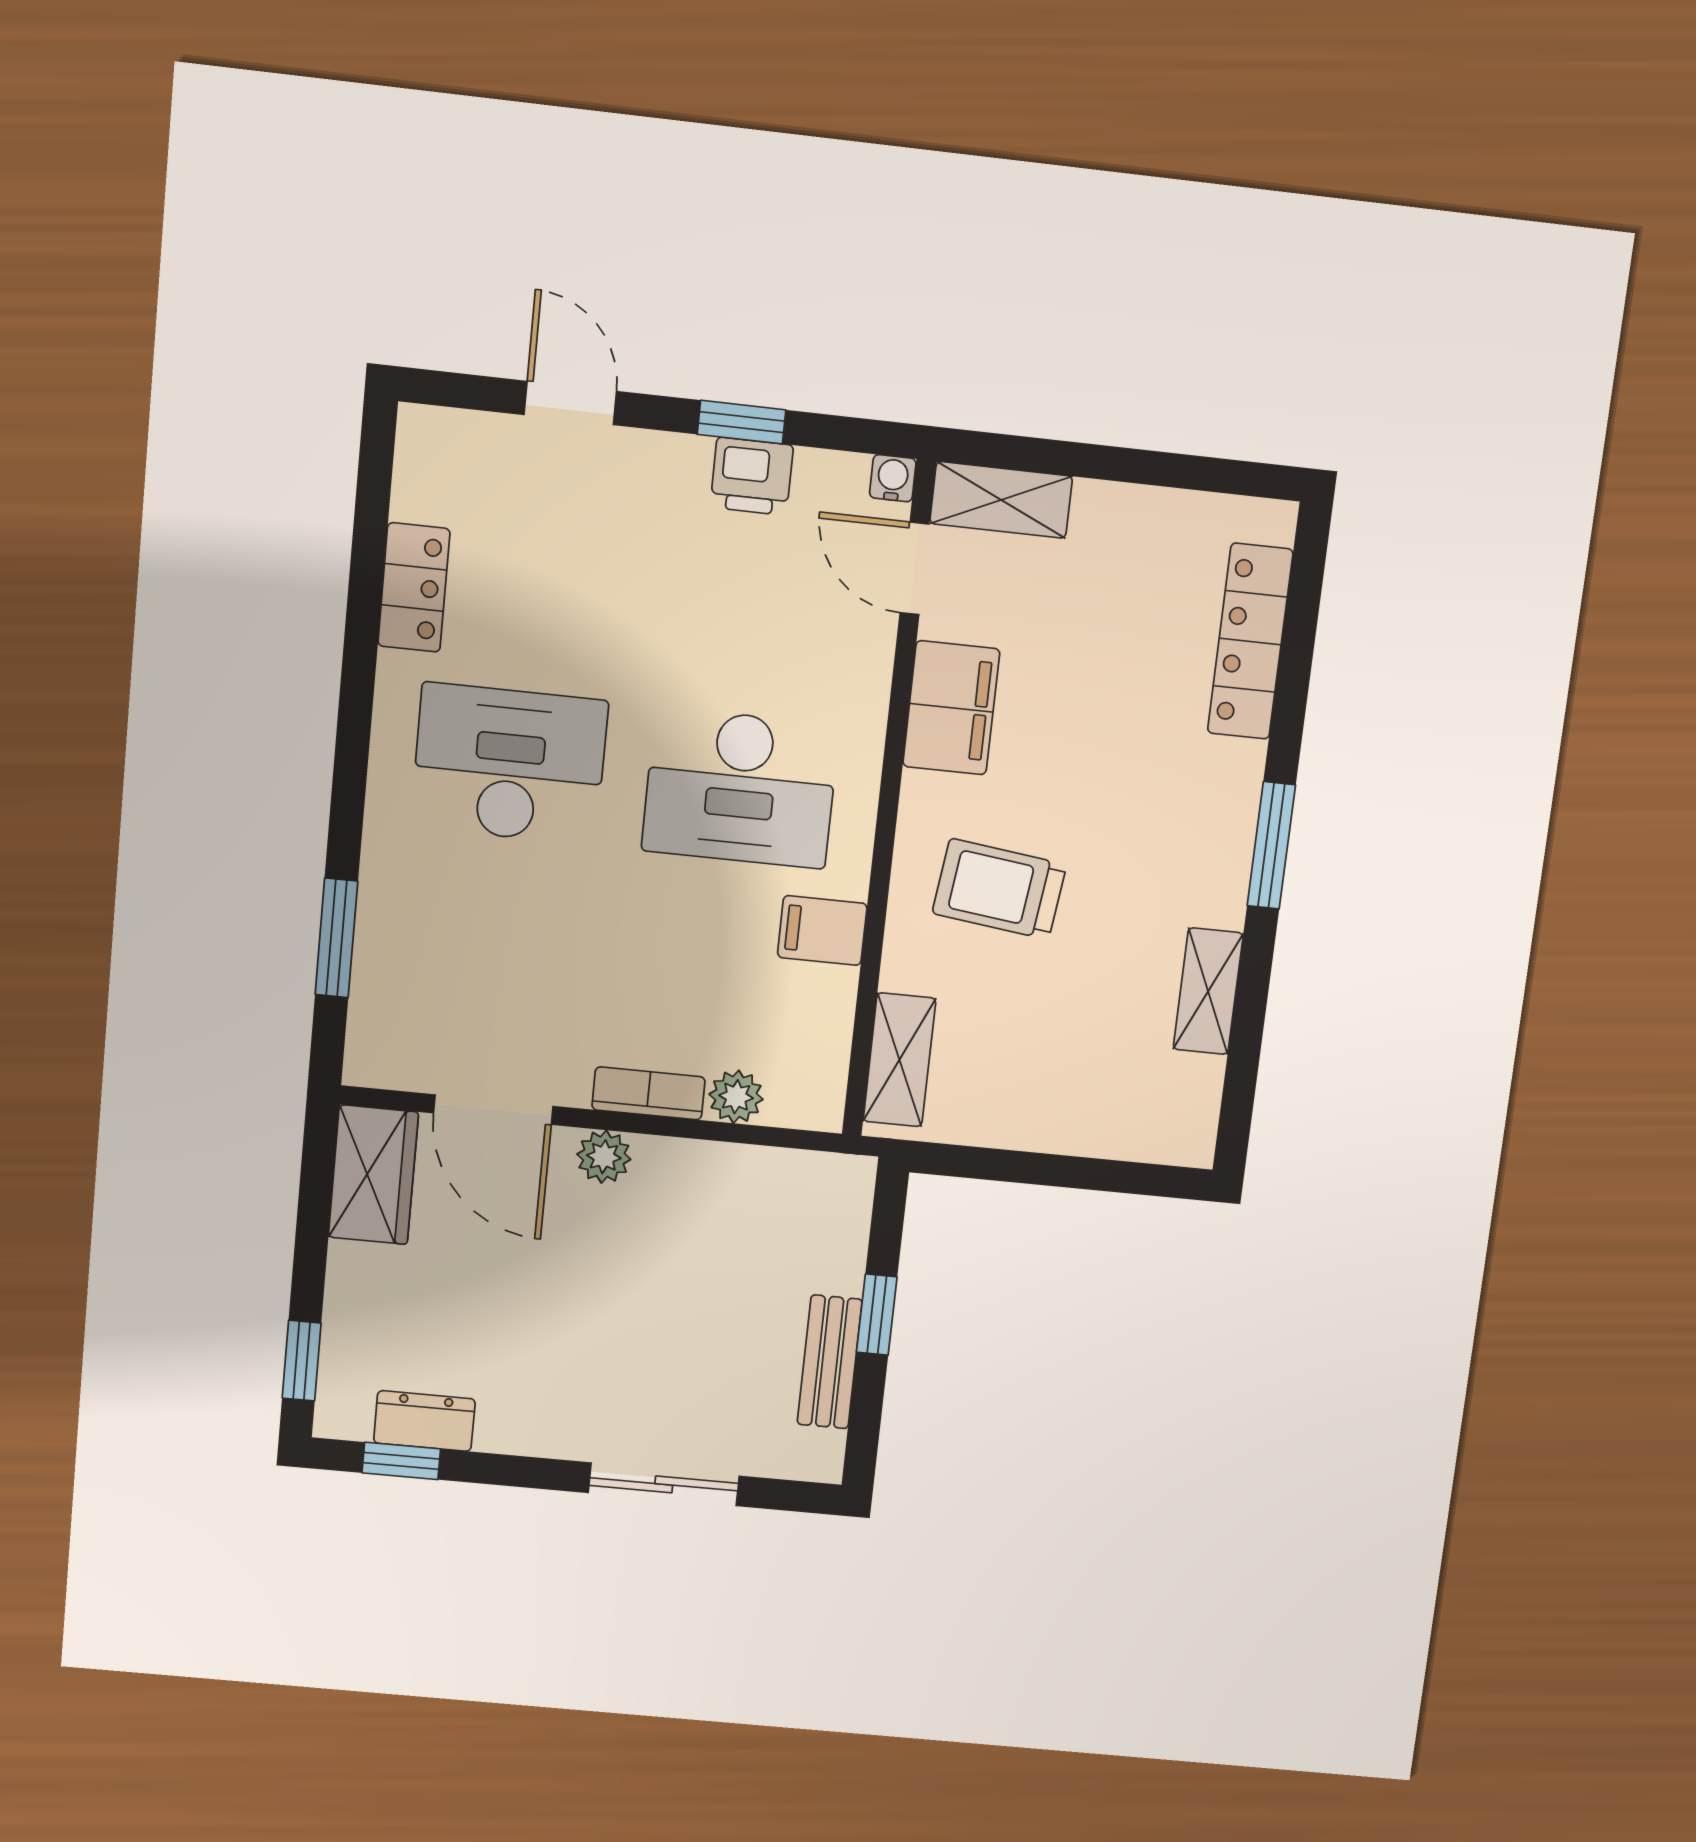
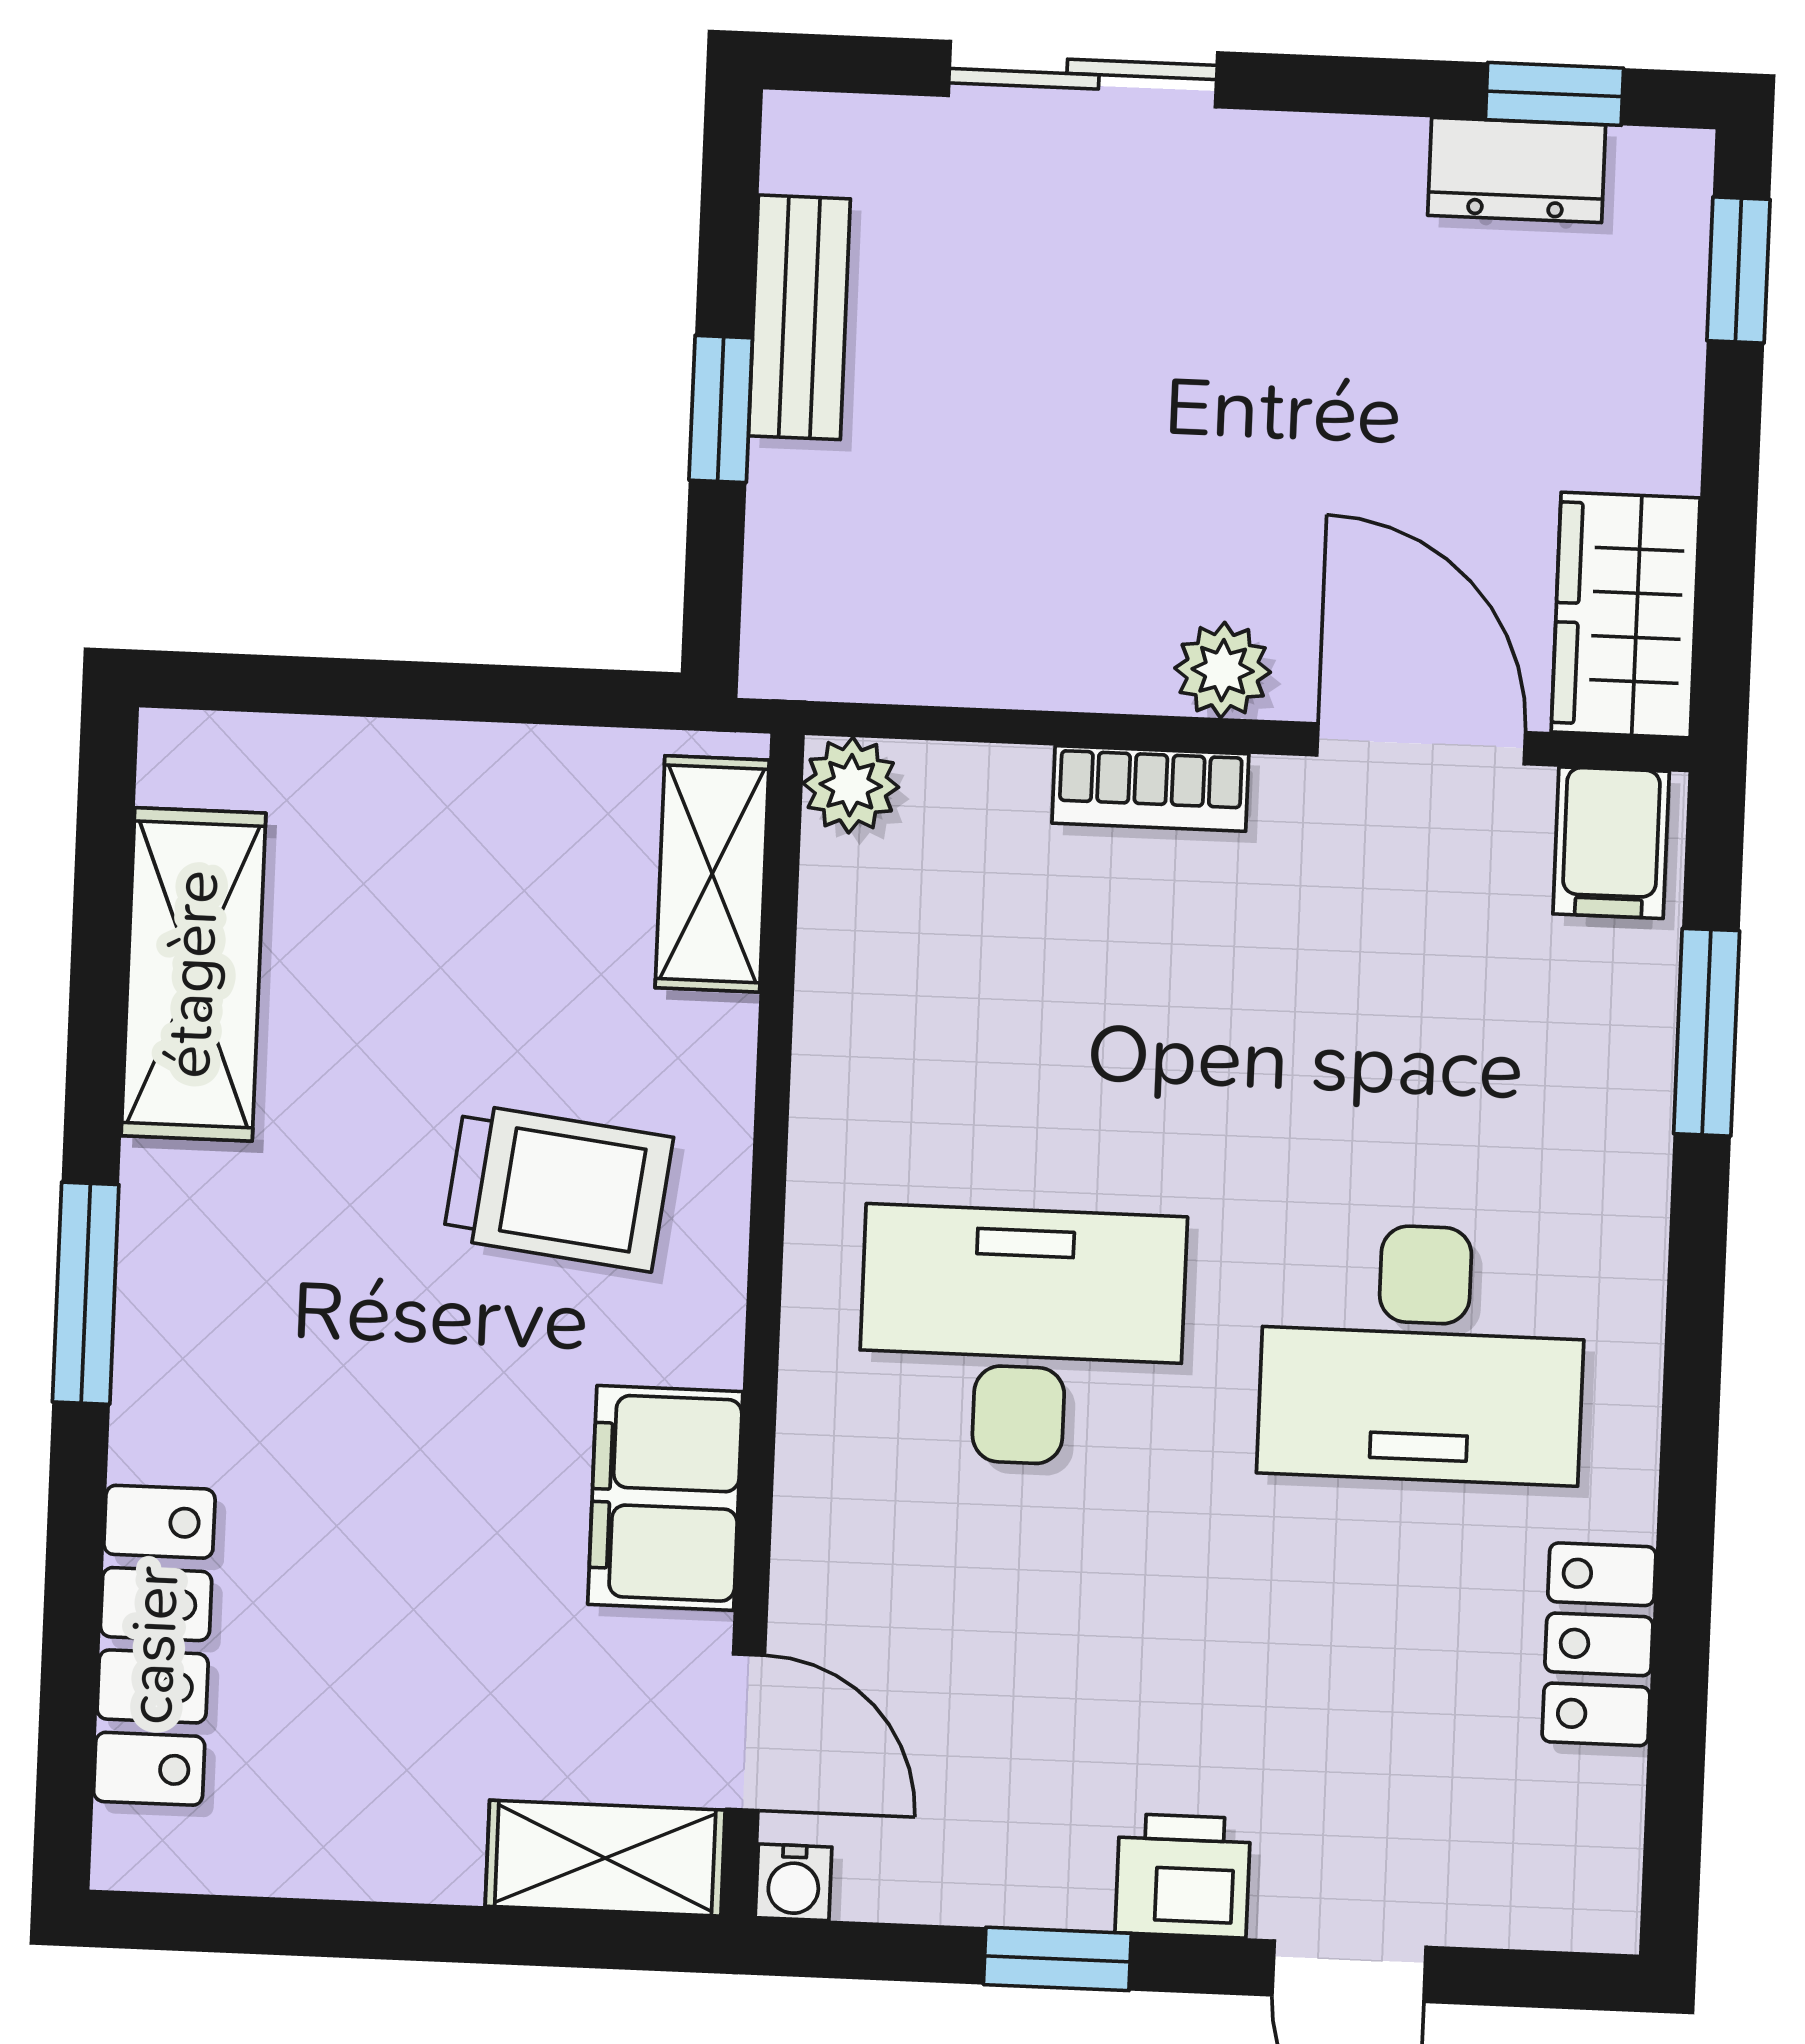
printer: (752, 476) -> (1183, 1876), moved
filing cabinet: (822, 930) -> (1611, 843), moved, turned 90
shelving: (1208, 991) -> (193, 974), width x1.50, depth x1.33
plant: (736, 1097) -> (851, 785), moved

